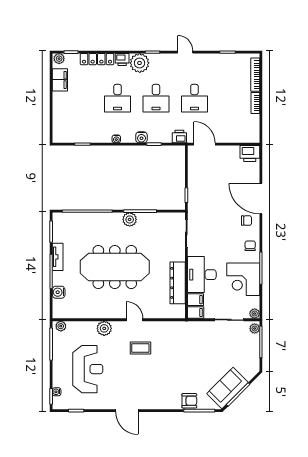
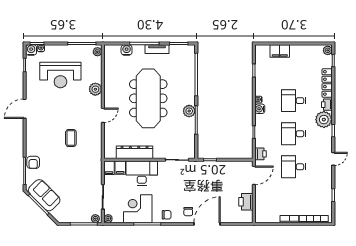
filing cabinet: (60, 80) -> (280, 51), moved
water cooler: (141, 137) -> (260, 109), moved
printer: (250, 154) -> (246, 202), moved
coffee table: (140, 348) -> (71, 138), moved
water cooler: (59, 403) -> (31, 50), added

